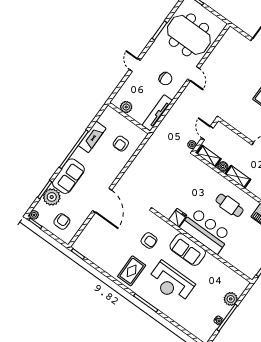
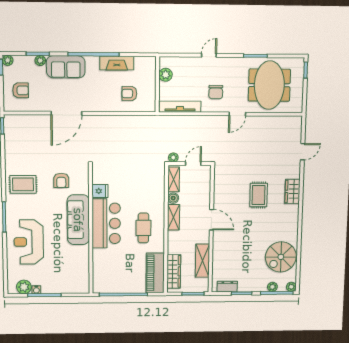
plant: (52, 197) -> (40, 61), width x0.53, depth x0.53
sofa: (188, 250) -> (78, 220), width x1.36
reception desk: (171, 282) -> (29, 242), moved
plant: (231, 299) -> (24, 287), moved

